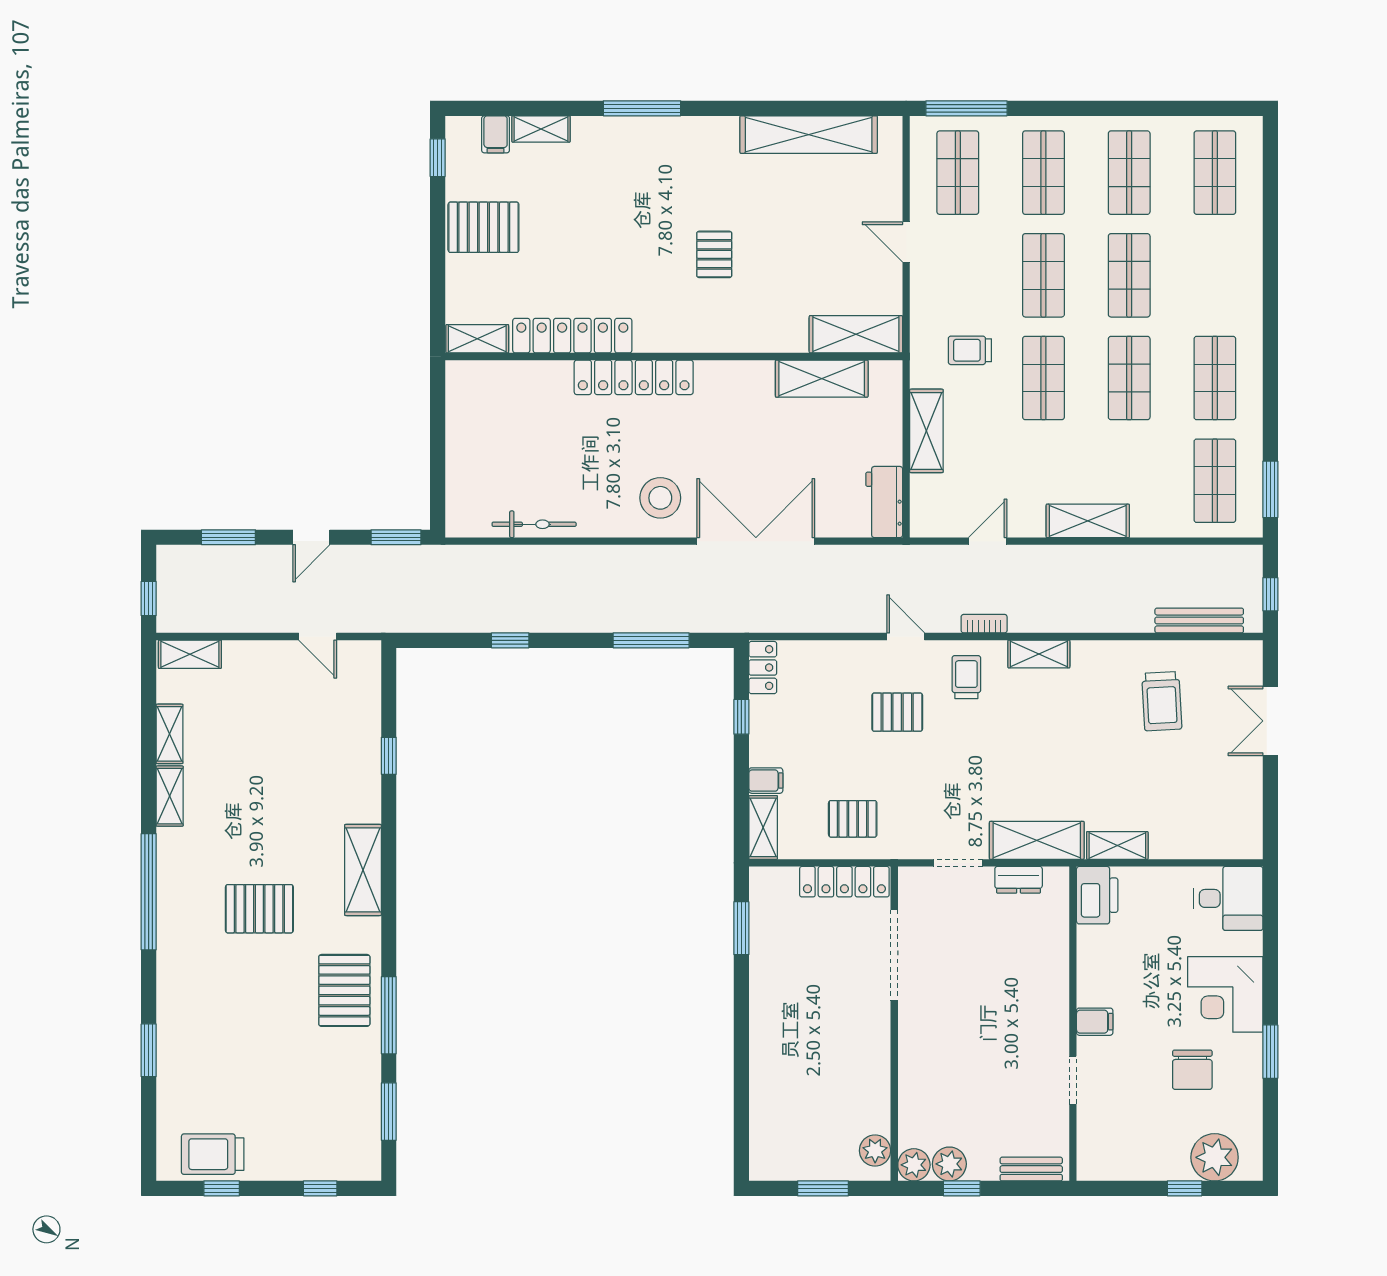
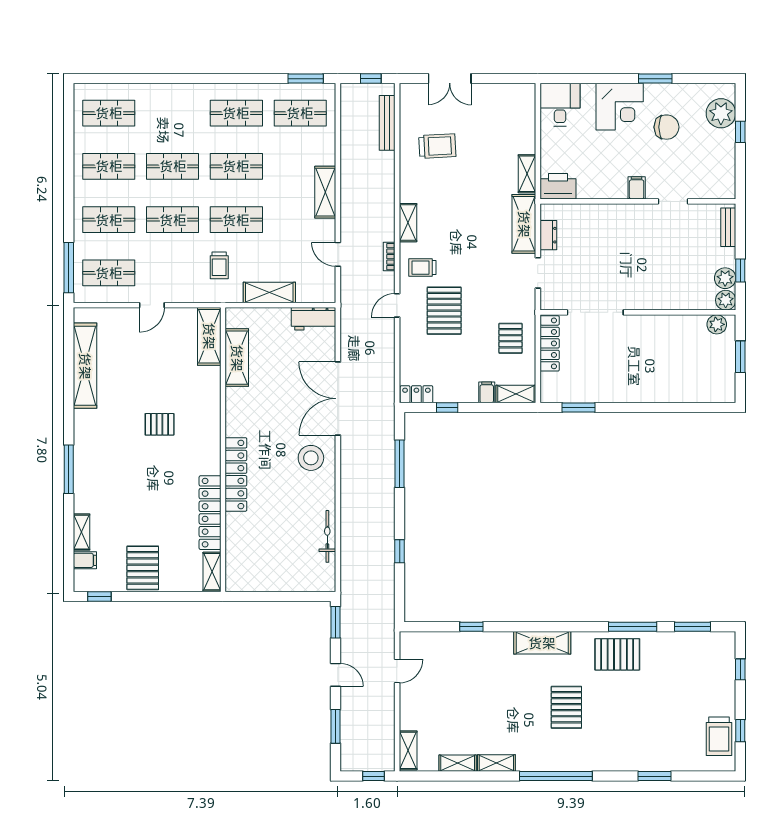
pallet: (897, 712) -> (444, 311), width x1.50, depth x1.42

